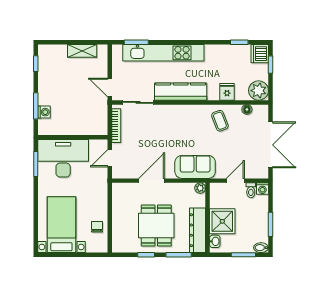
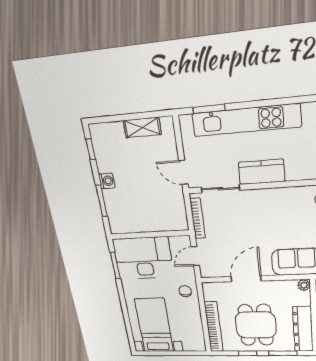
kitchen counter: (181, 92) -> (262, 172), width x0.67
washing machine: (44, 112) -> (107, 181), moved
chair: (97, 227) -> (185, 291), moved
bookcase: (118, 227) -> (214, 327), added

